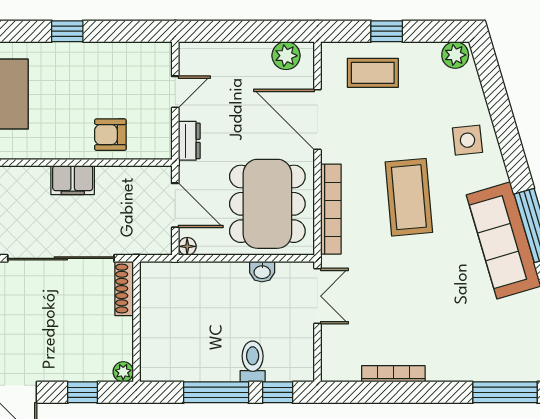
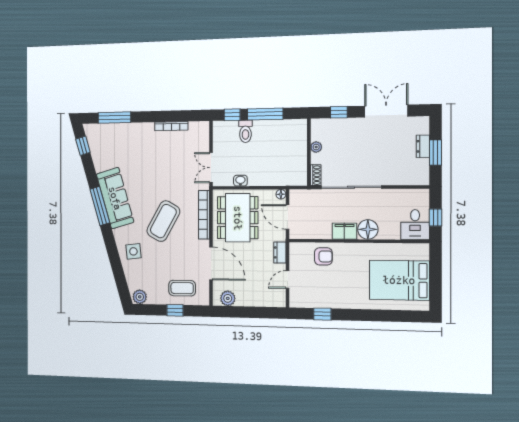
window: (67, 31) -> (322, 314), moved
floor lamp: (31, 183) -> (368, 229), added
coffee table: (409, 197) -> (163, 221), turned 34
shoe rack: (124, 289) -> (316, 175), width x0.70
plant: (123, 372) -> (316, 147), moved

